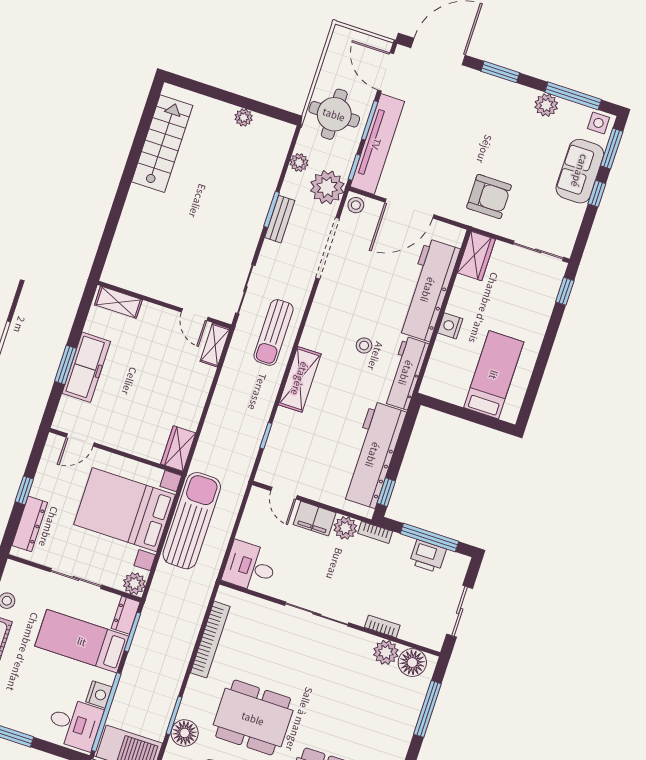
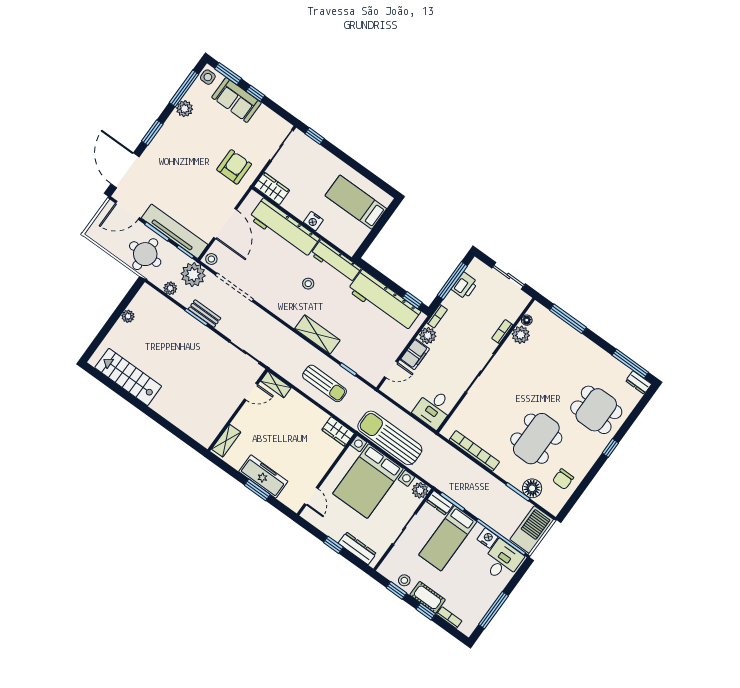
sun lounger: (273, 332) -> (324, 383), moved
floor lamp: (412, 663) -> (527, 320), width x0.53, depth x0.53

